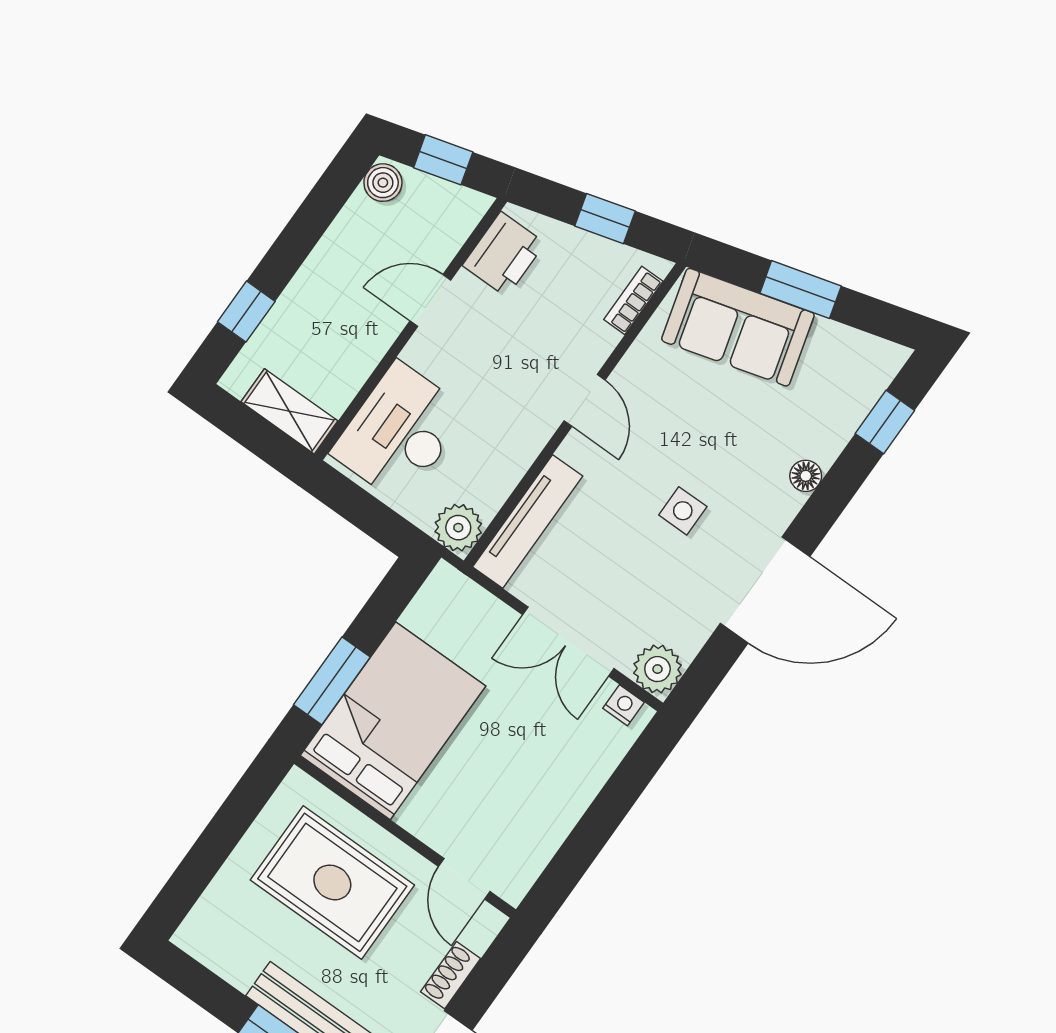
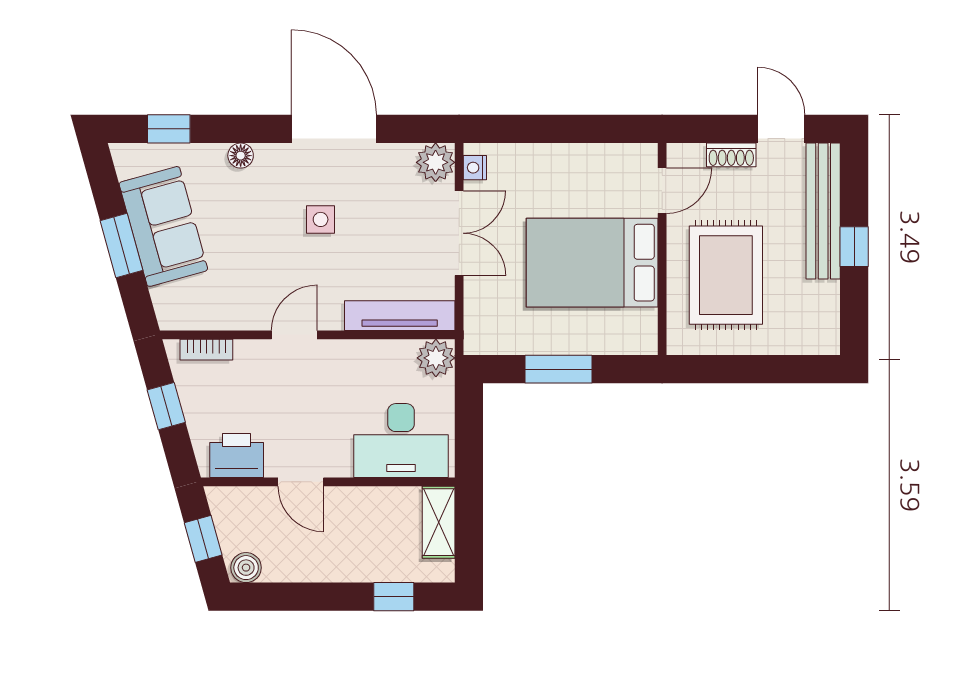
sofa: (738, 327) -> (163, 226), moved
window: (332, 681) -> (558, 369), moved
bed: (393, 721) -> (592, 263), moved

